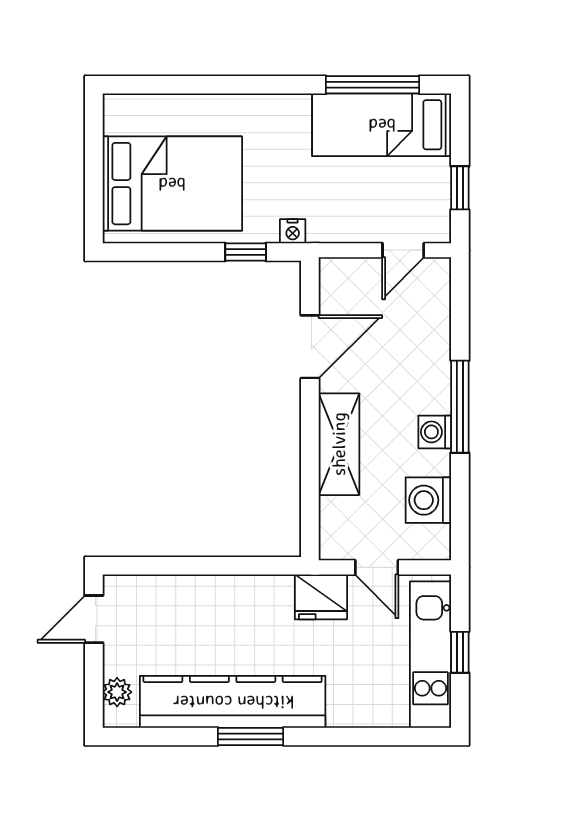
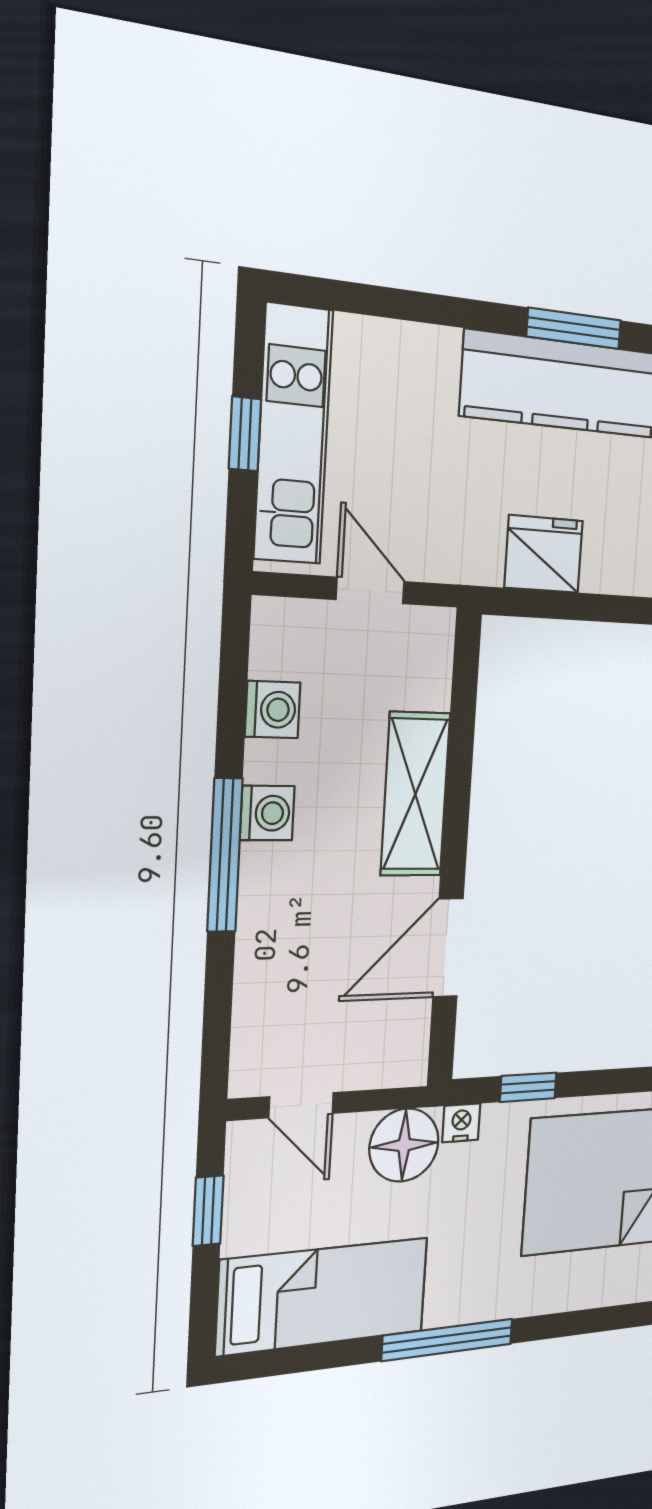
window: (373, 85) -> (448, 1340), moved
floor lamp: (332, 219) -> (404, 1145), added
door: (403, 250) -> (301, 1105), swing flipped
washing machine: (428, 500) -> (273, 710), width x0.73, depth x0.73
fridge: (321, 597) -> (544, 554), moved

